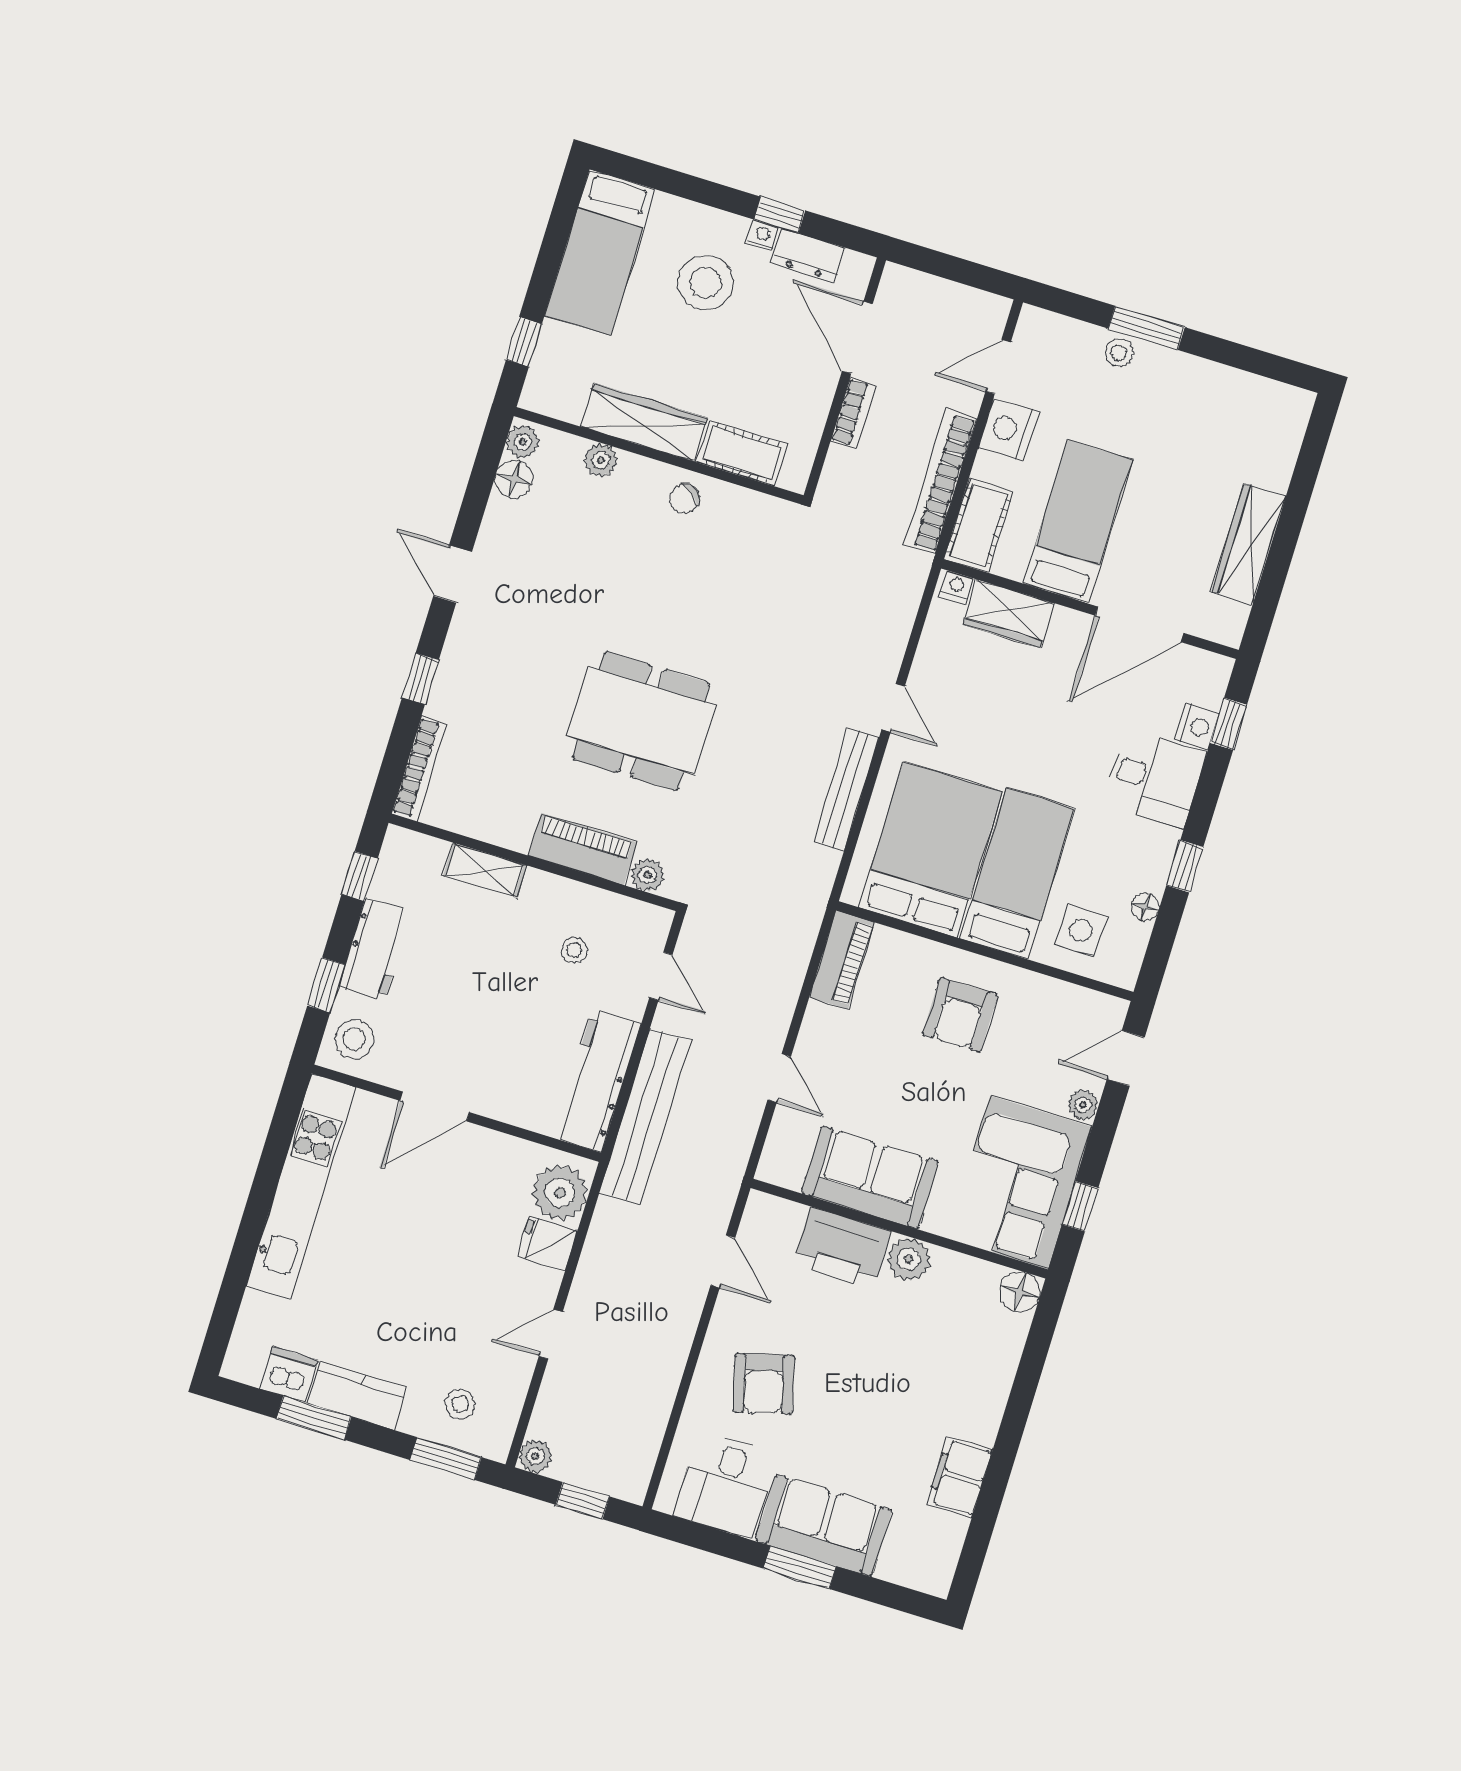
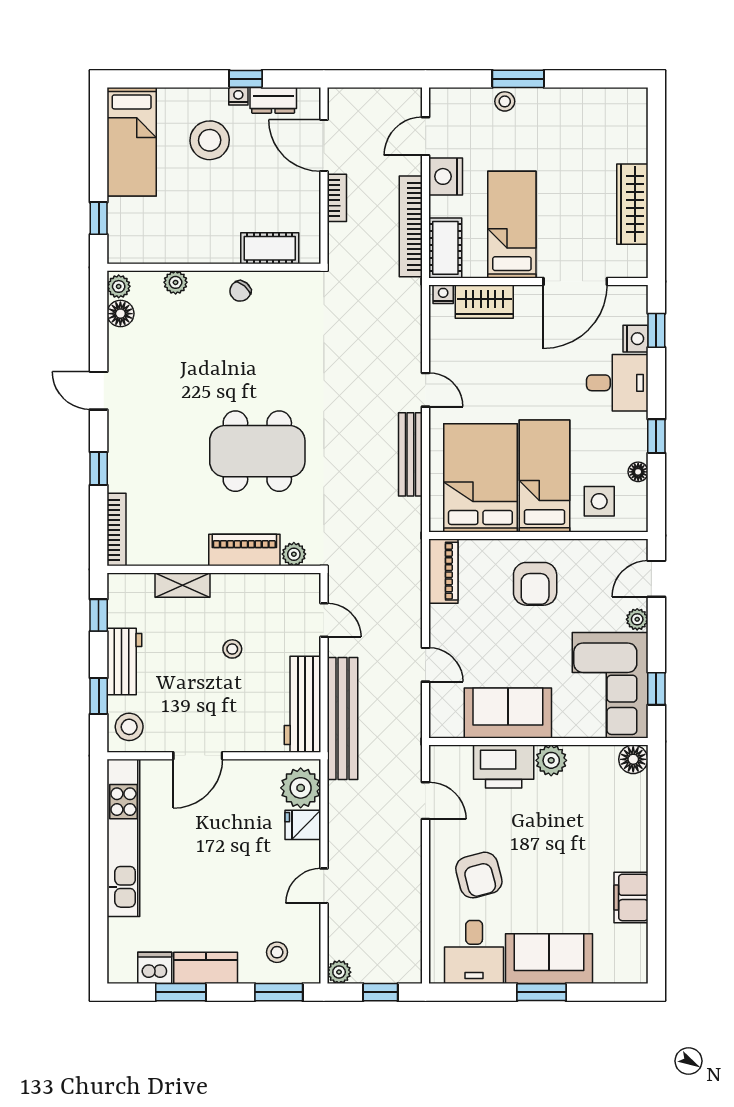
wardrobe: (644, 422) -> (197, 248), removed
stool: (574, 950) -> (232, 649), moved

